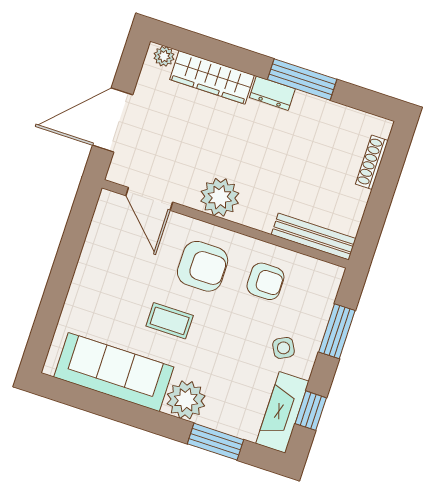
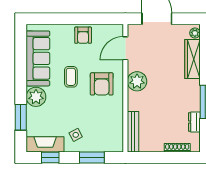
dresser: (272, 93) -> (194, 122), moved
armchair: (265, 281) -> (83, 35), moved

